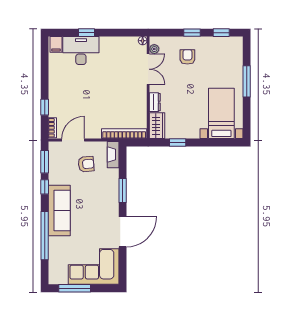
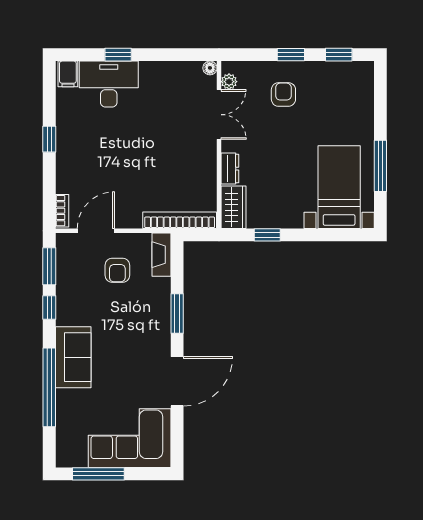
window: (247, 81) -> (380, 166), moved
window: (45, 107) -> (49, 139), moved
armchair: (86, 164) -> (117, 270), turned 95
sofa: (59, 210) -> (73, 357), width x0.73

